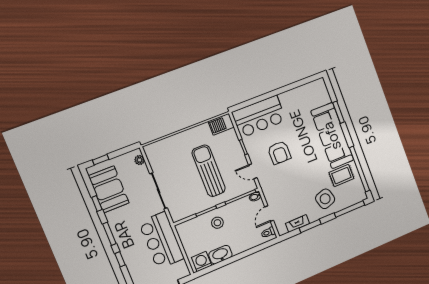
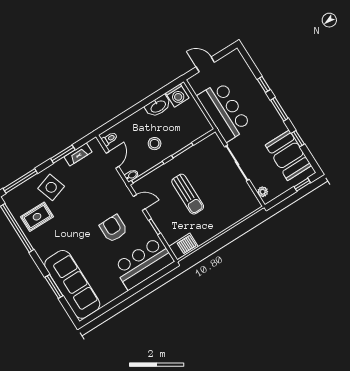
sofa: (332, 136) -> (72, 284), moved
sun lounger: (209, 171) -> (188, 194), width x0.73, depth x0.75
stool: (217, 223) -> (155, 144), moved

